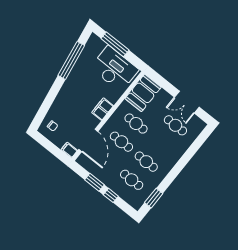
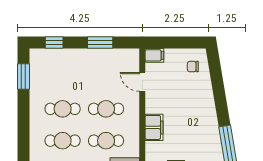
door: (88, 140) -> (142, 82), width x0.53
cafe table: (132, 180) -> (63, 141), moved
window: (111, 195) -> (54, 43), moved

